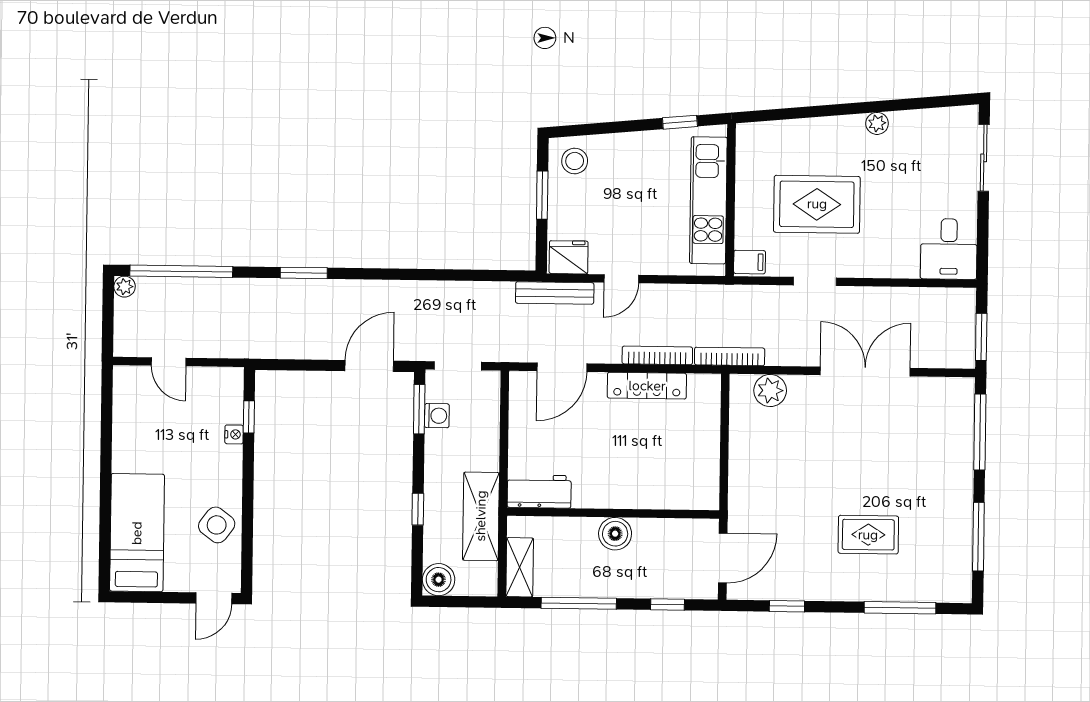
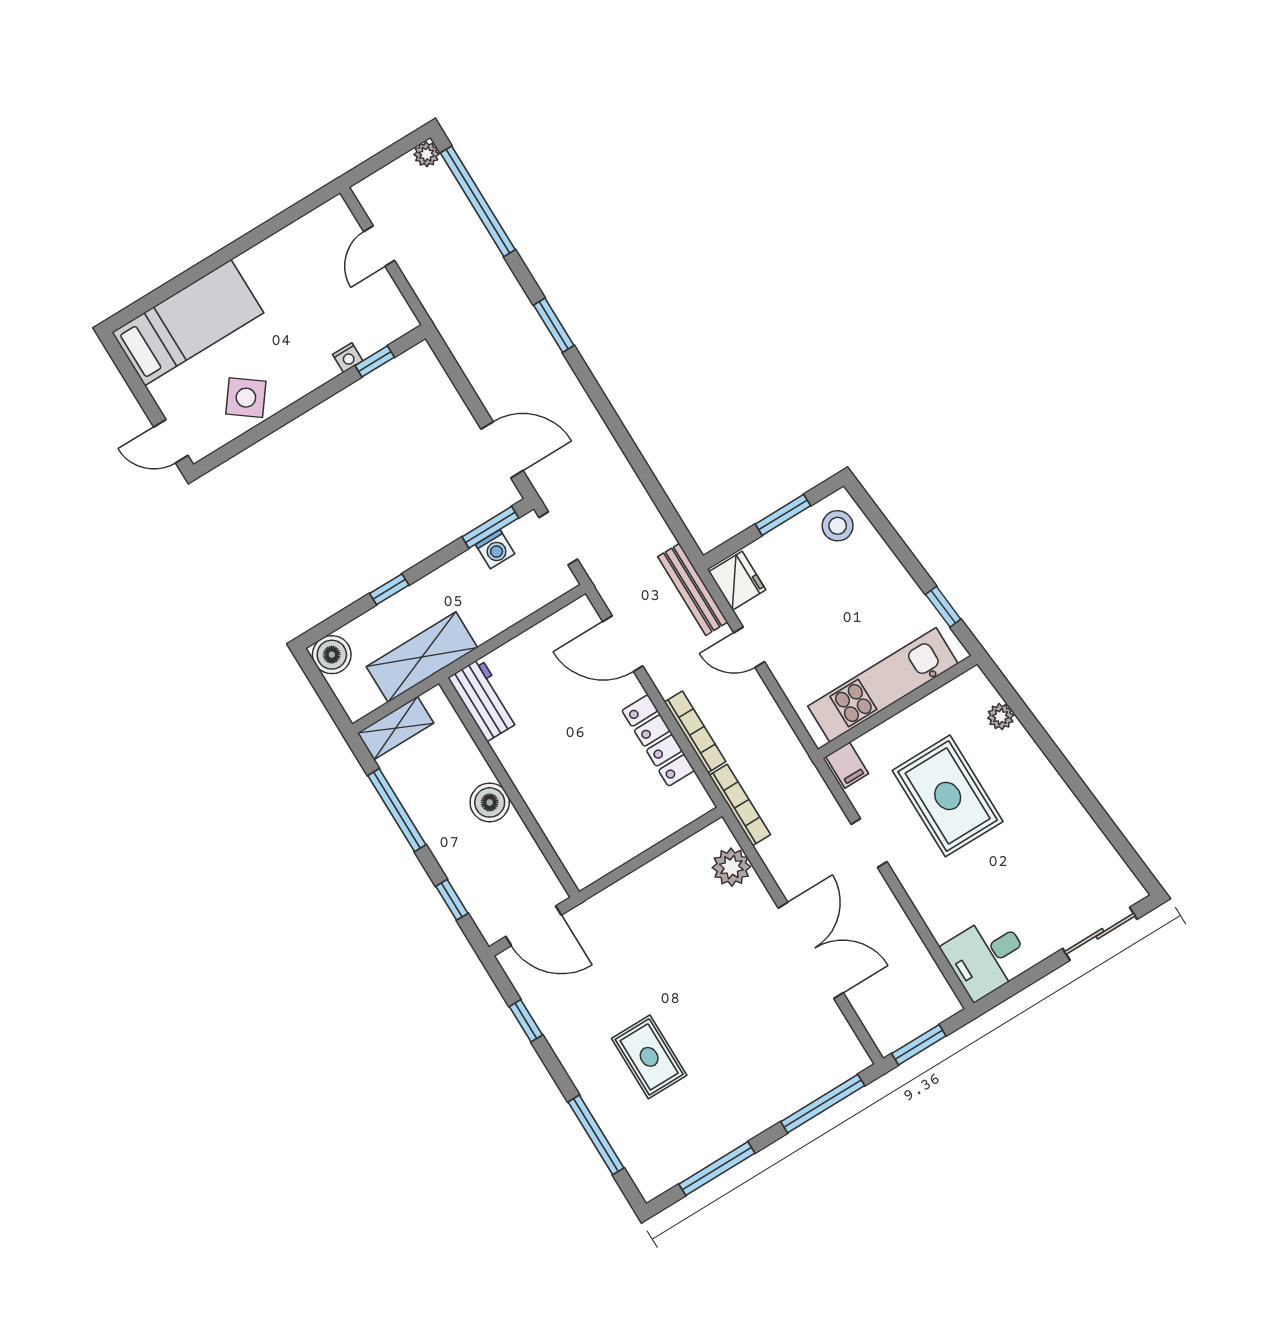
plant: (877, 123) -> (1001, 717), moved

